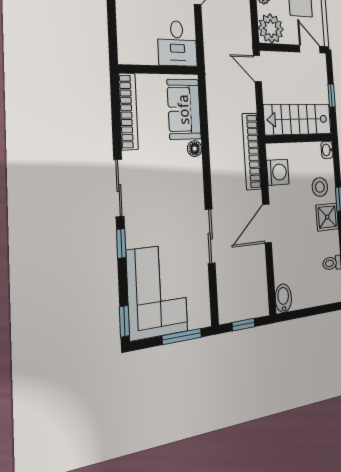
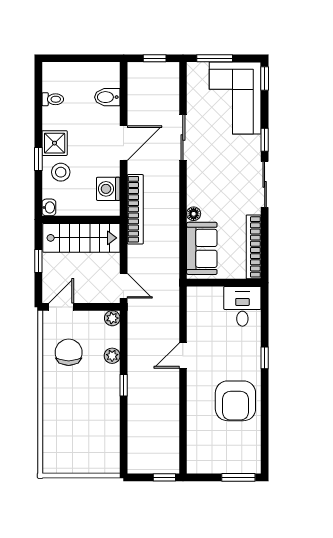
plant: (271, 29) -> (112, 318), width x0.53, depth x0.53
desk: (177, 43) -> (242, 306), moved
door: (310, 49) -> (61, 307), swing flipped
bidet: (283, 298) -> (107, 97), moved, turned 90

